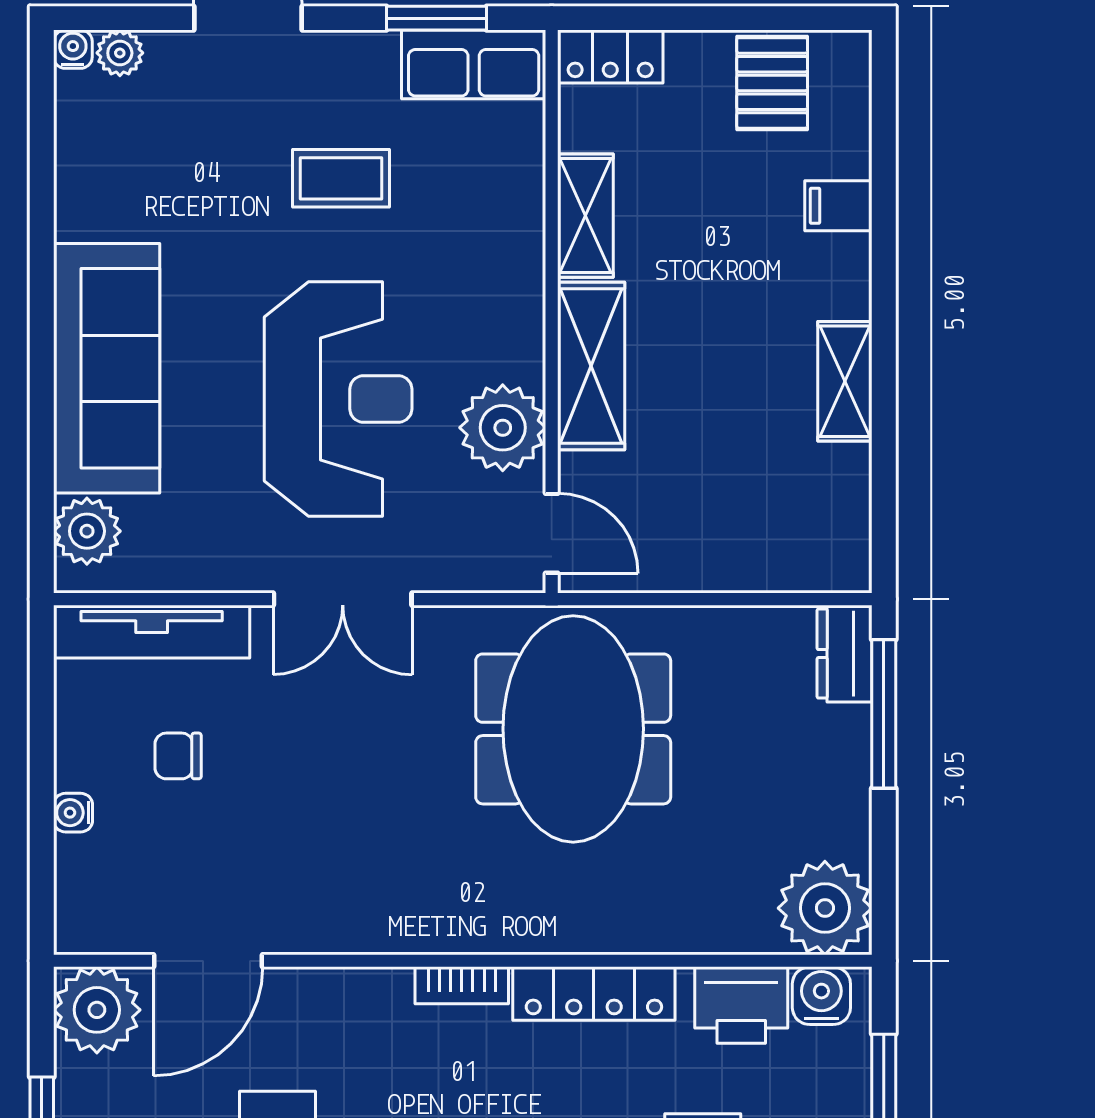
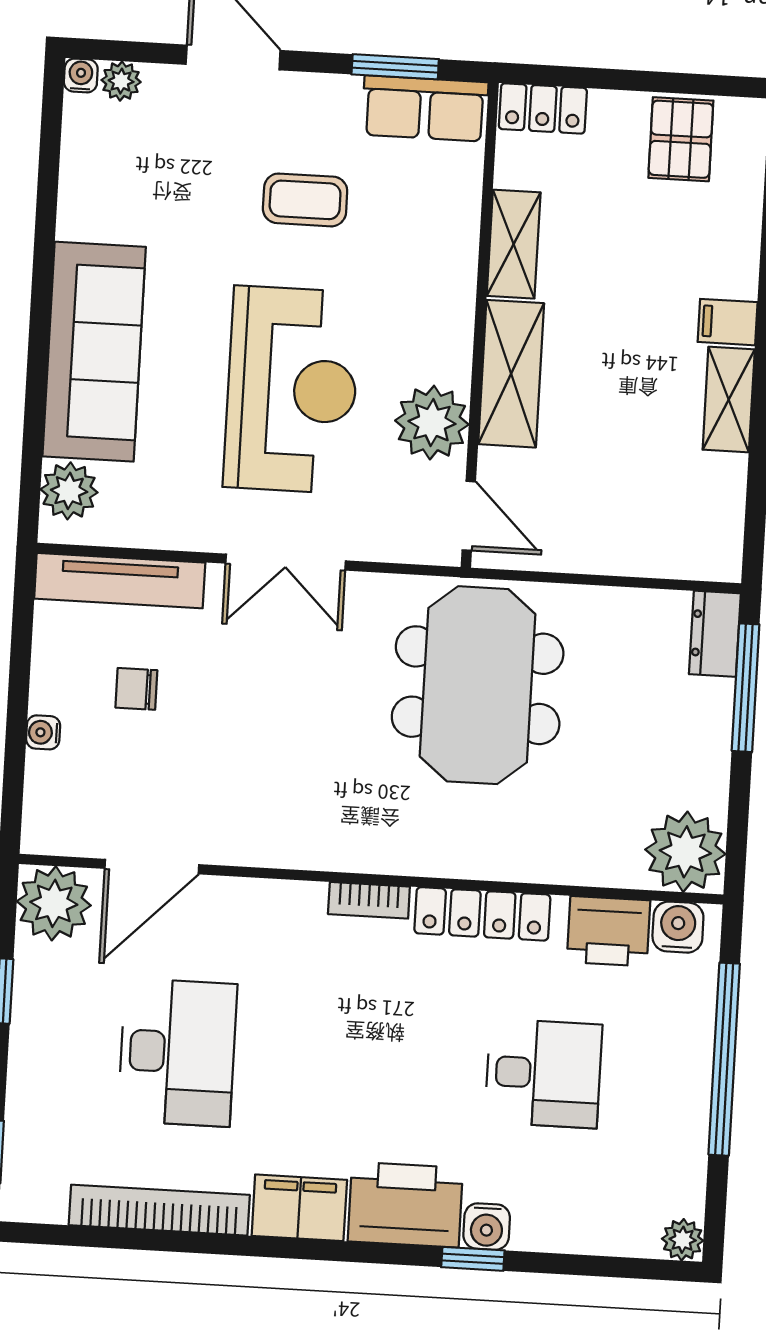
filing cabinet: (838, 206) -> (728, 322), moved

